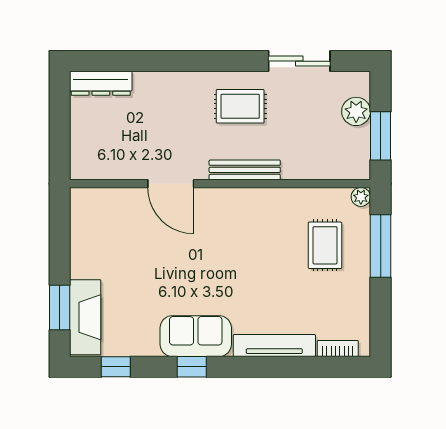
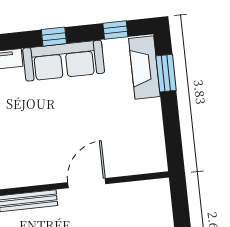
door: (171, 184) -> (87, 183), hinge flipped
sofa: (196, 336) -> (64, 61), width x1.36

